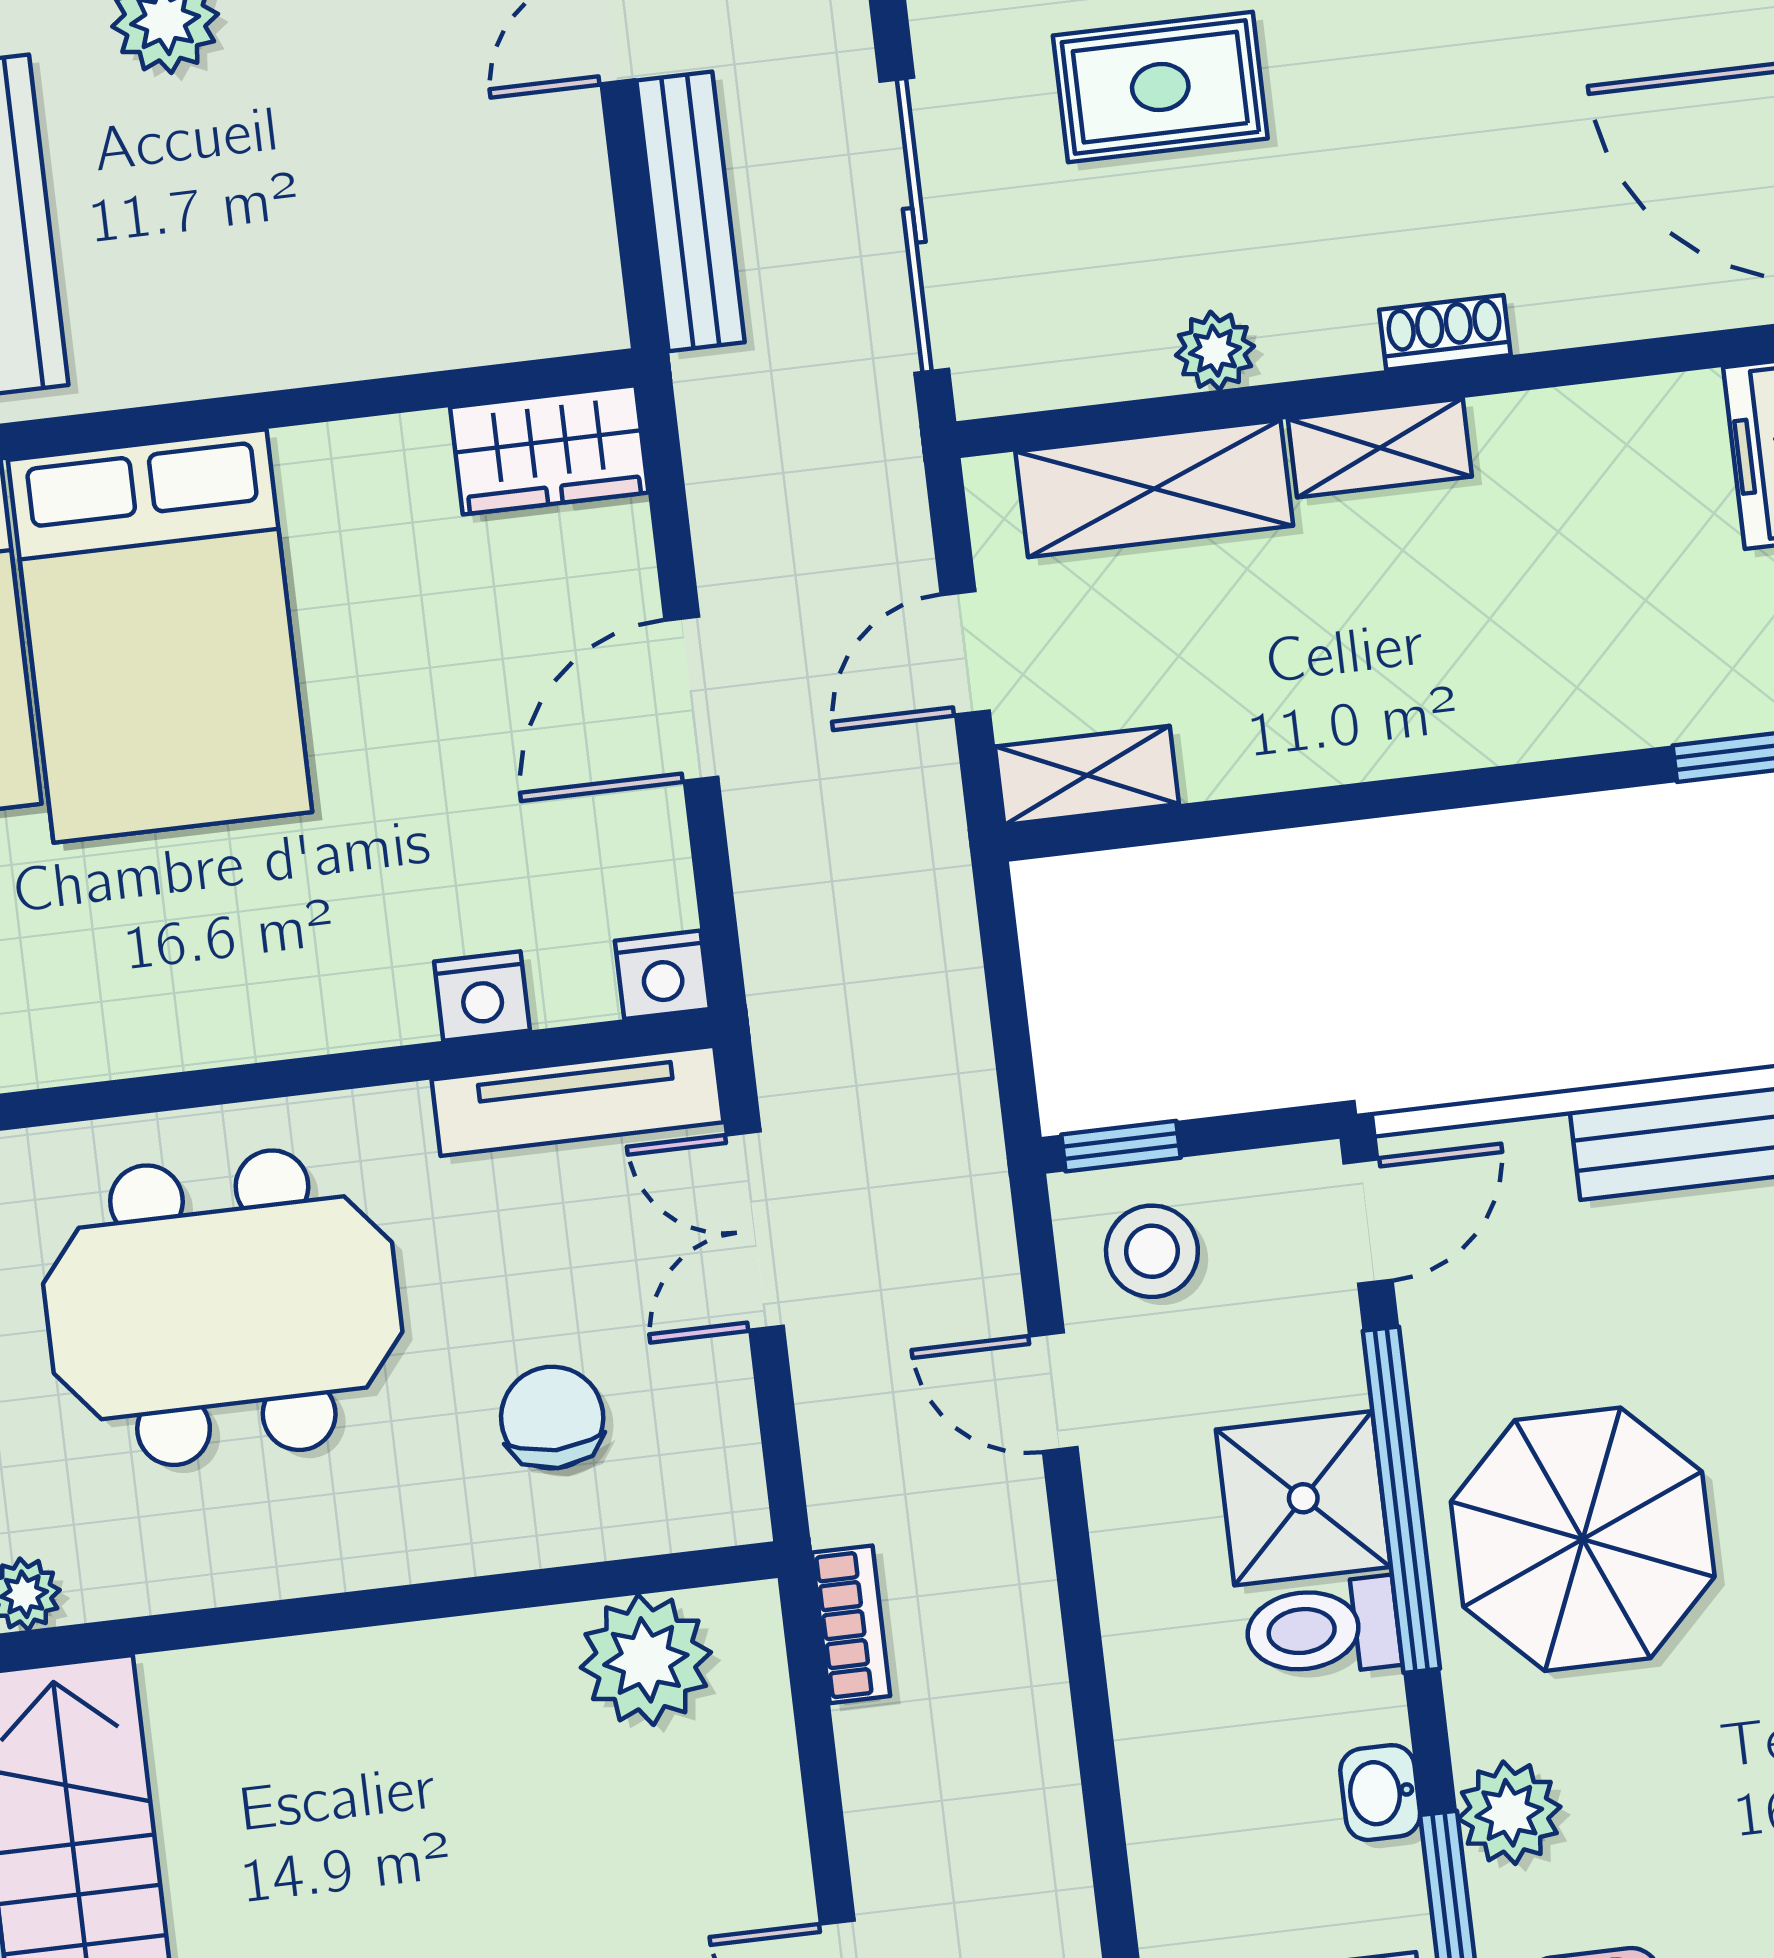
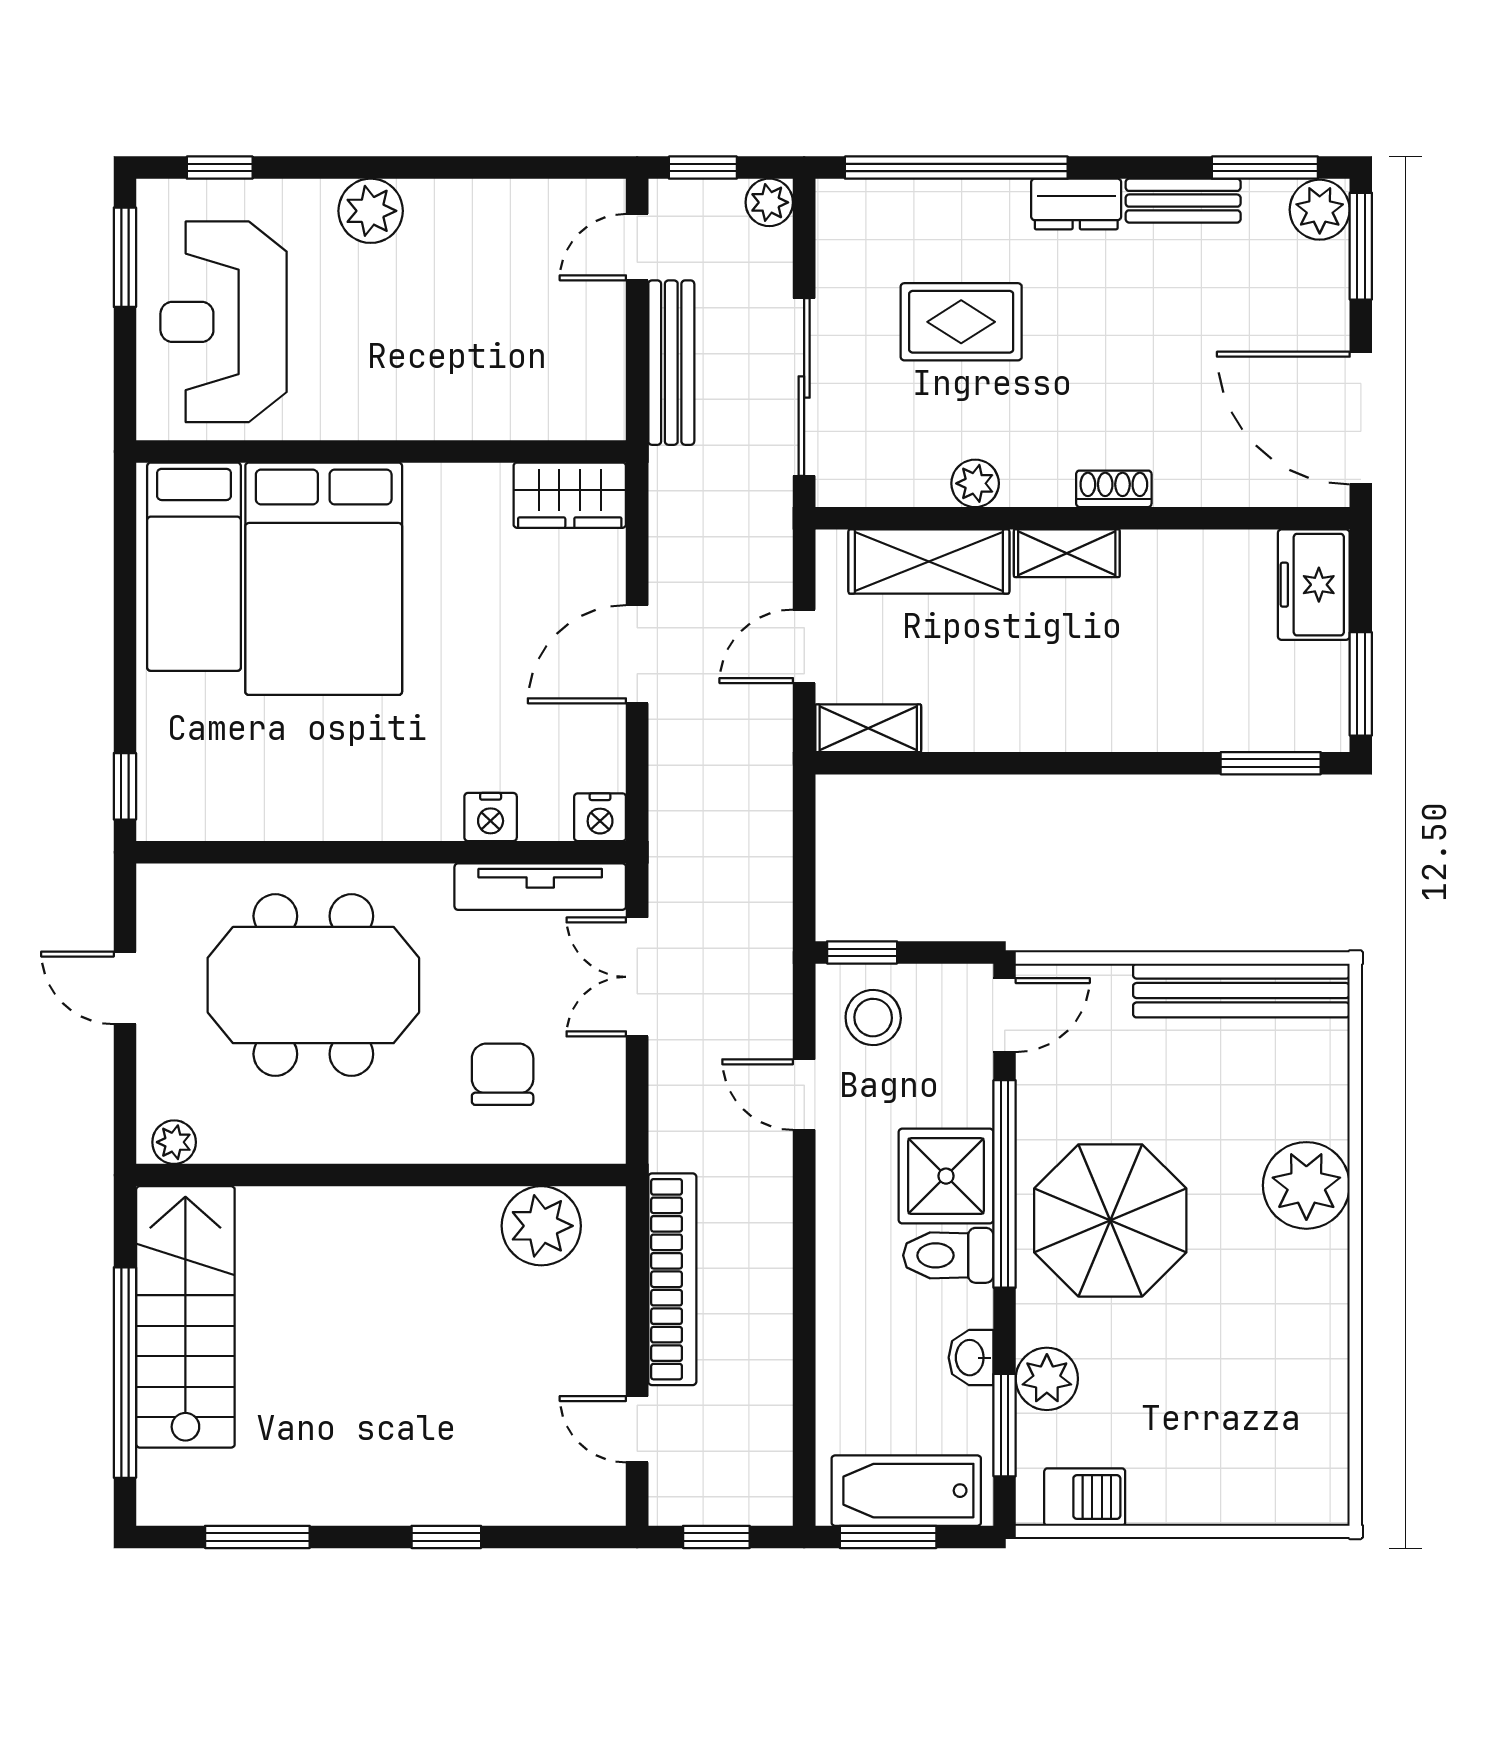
bookcase: (851, 1624) -> (672, 1279), width x2.31, depth x1.31

